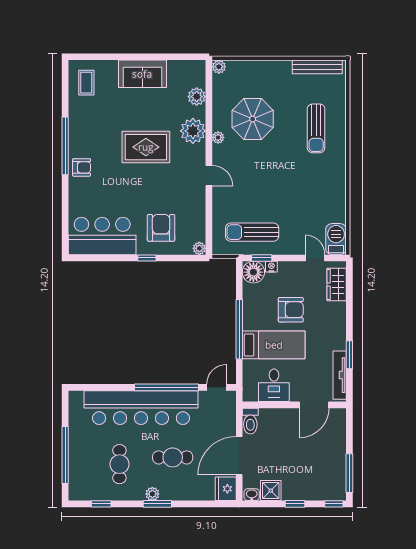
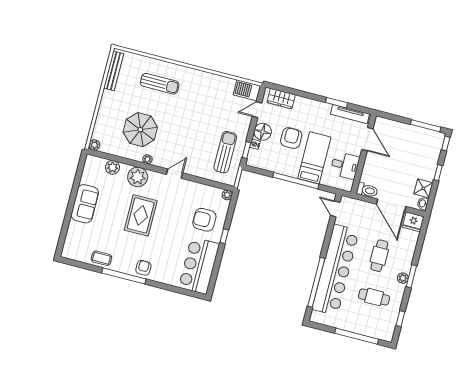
coffee table: (86, 83) -> (101, 258), moved
sun lounger: (252, 232) -> (225, 152), turned 180
floor lamp: (253, 272) -> (263, 132), moved
window: (167, 387) -> (316, 282), moved

